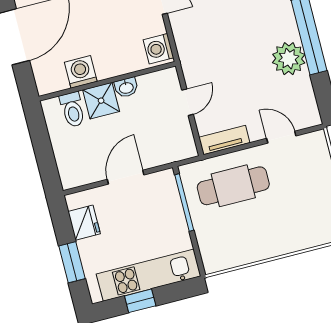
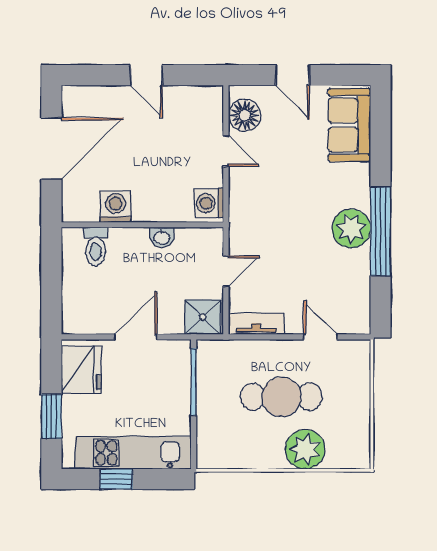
plant: (289, 59) -> (351, 228), moved
shower: (101, 101) -> (203, 317), moved
cafe table: (233, 186) -> (281, 397), moved
fridge: (84, 223) -> (81, 370), width x1.36, depth x1.34
plant: (293, 235) -> (305, 449), added

